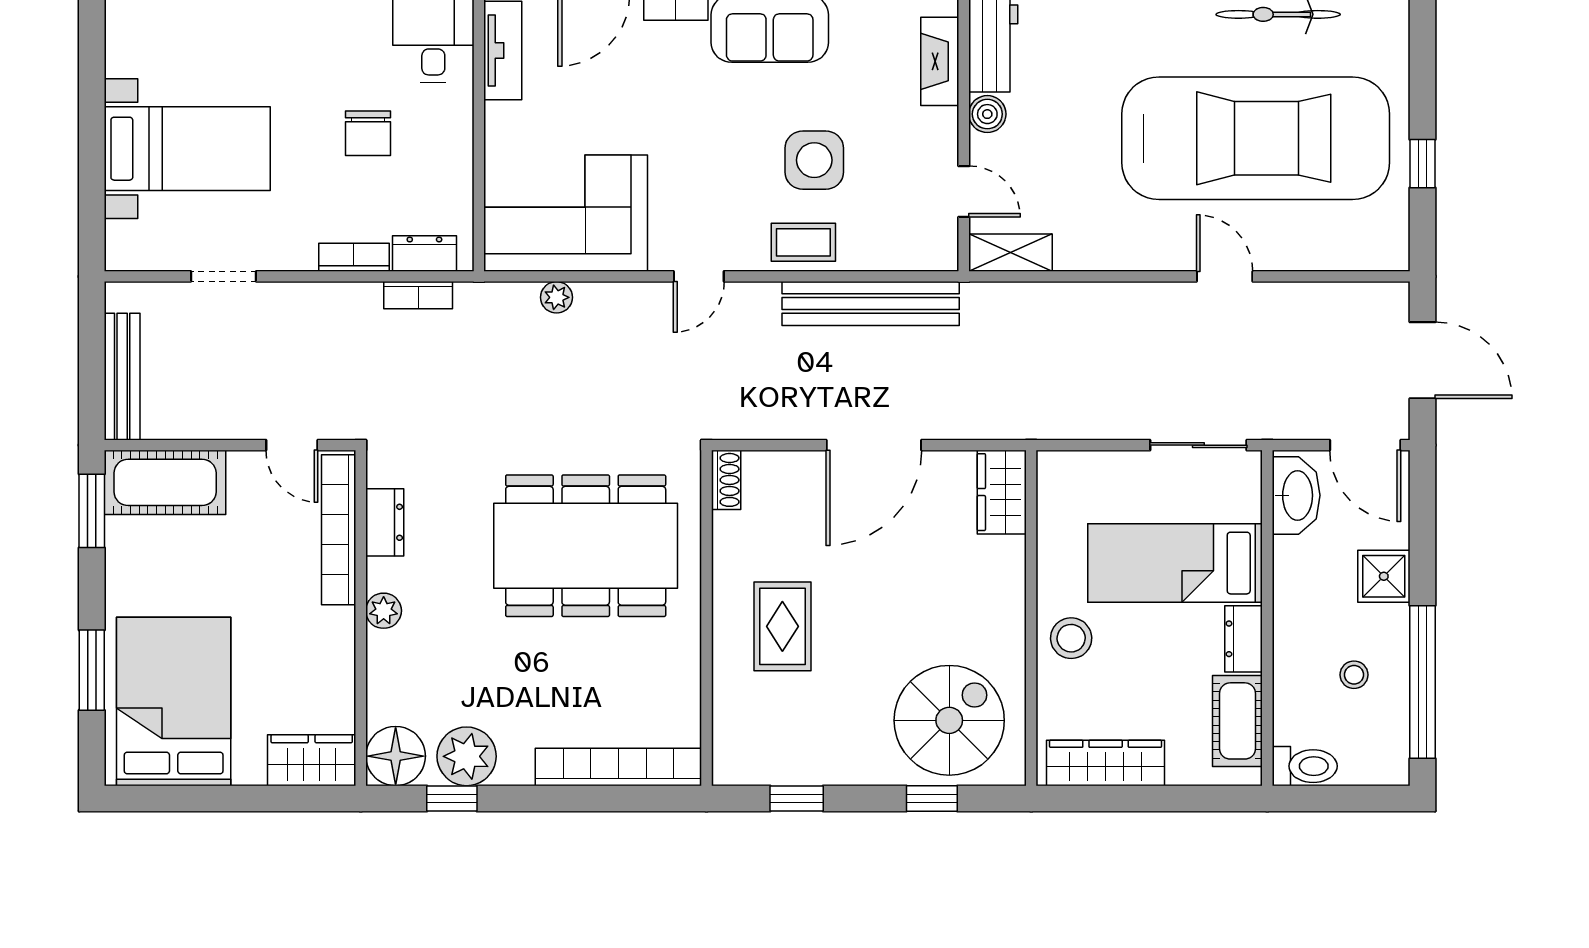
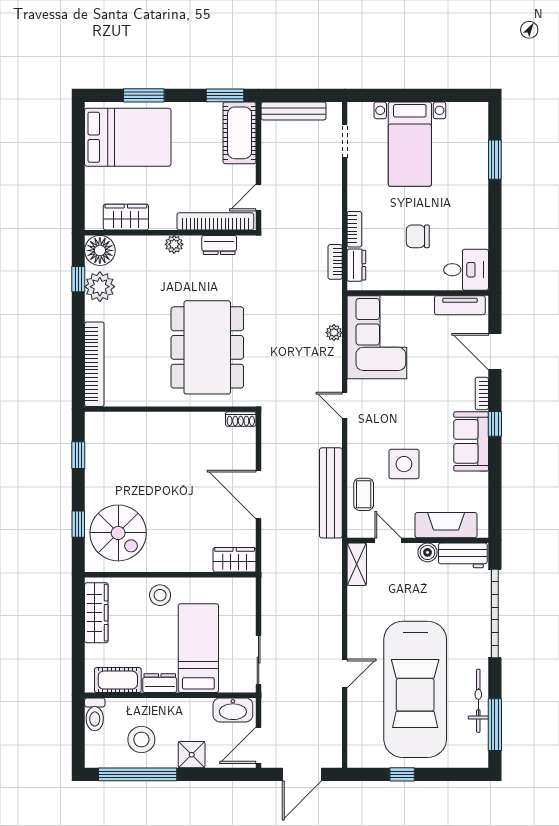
fireplace: (940, 61) -> (446, 525), width x1.37, depth x1.32
door: (964, 192) -> (388, 540), swing flipped
coffee table: (803, 242) -> (364, 494), moved
doorway: (224, 276) -> (345, 141), moved
rug: (782, 626) -> (166, 448), removed
stool: (1354, 675) -> (141, 740), width x1.89, depth x1.89
wardrobe: (312, 760) -> (126, 217), moved, turned -90

